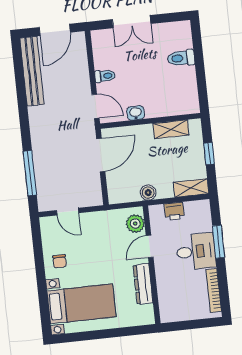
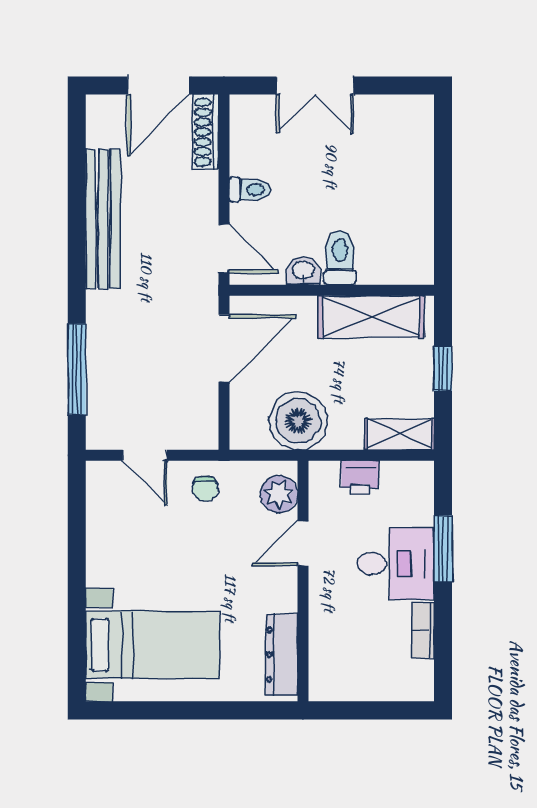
shoe rack: (81, 50) -> (206, 132), added
toilet: (181, 58) -> (340, 258), moved, turned 90
bench: (32, 71) -> (103, 219), moved
shelving: (171, 129) -> (371, 317), width x1.50, depth x1.33
boiler: (148, 193) -> (298, 421), width x1.86, depth x1.86
chair: (60, 261) -> (205, 489), moved
dresser: (143, 284) -> (282, 655), moved
bookcase: (214, 290) -> (423, 630), width x0.64

